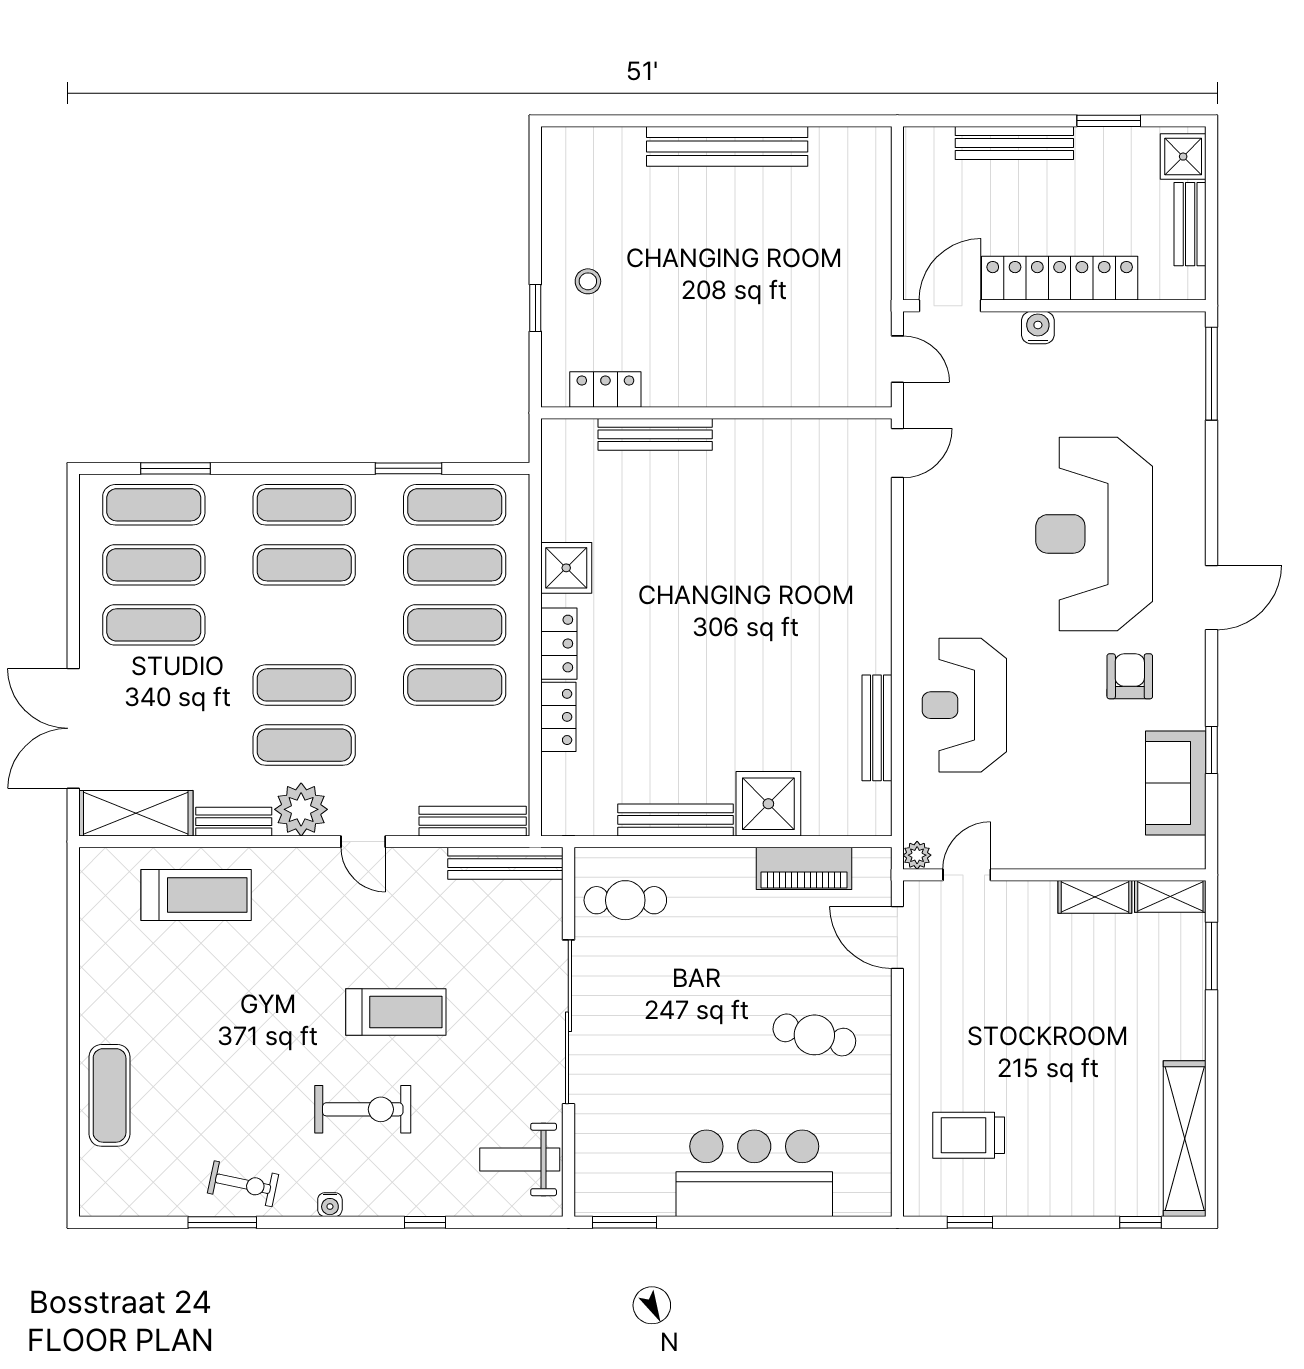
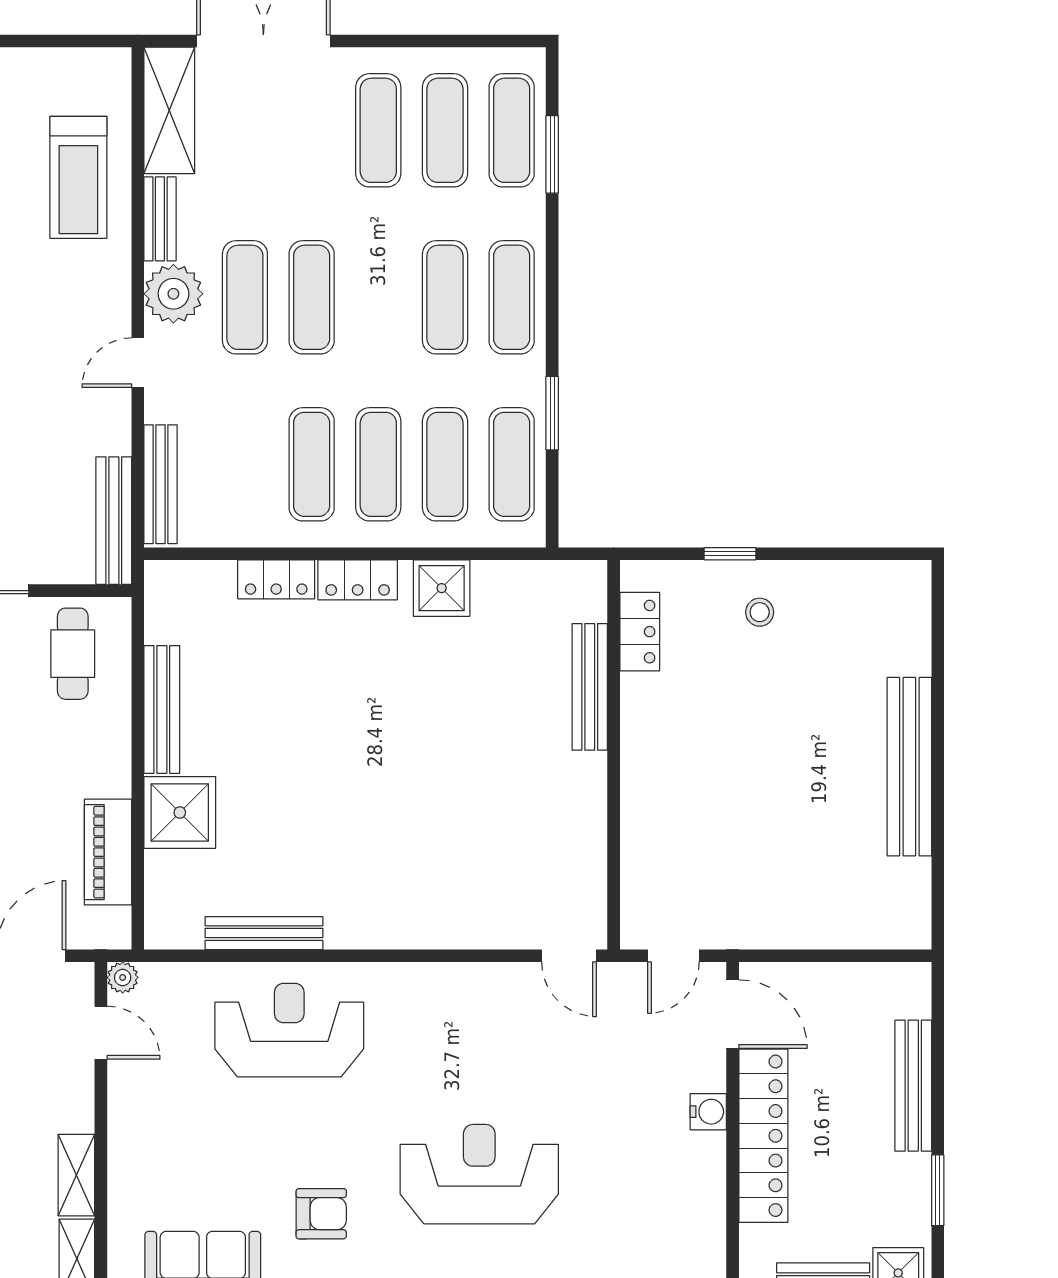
reception desk: (1094, 534) -> (479, 1174), width x0.74, depth x0.77

